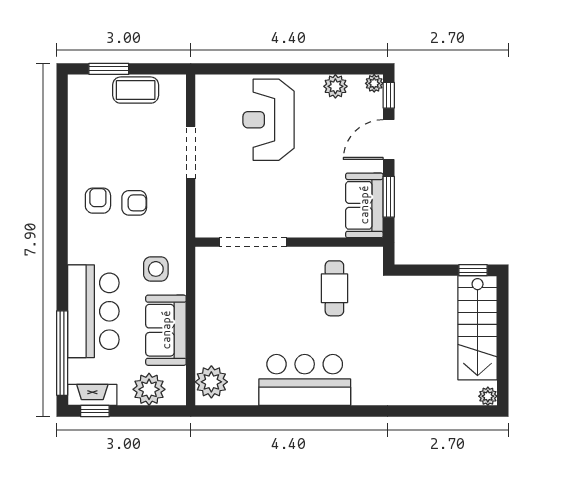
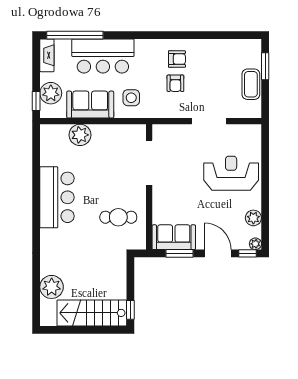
plant: (211, 382) -> (80, 135), moved
plant: (488, 396) -> (52, 287), moved, width x1.87, depth x1.87
window: (95, 411) -> (36, 101), moved

